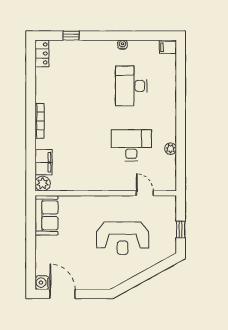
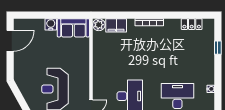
locker: (42, 53) -> (192, 24), moved
water cooler: (42, 283) -> (51, 24), moved

